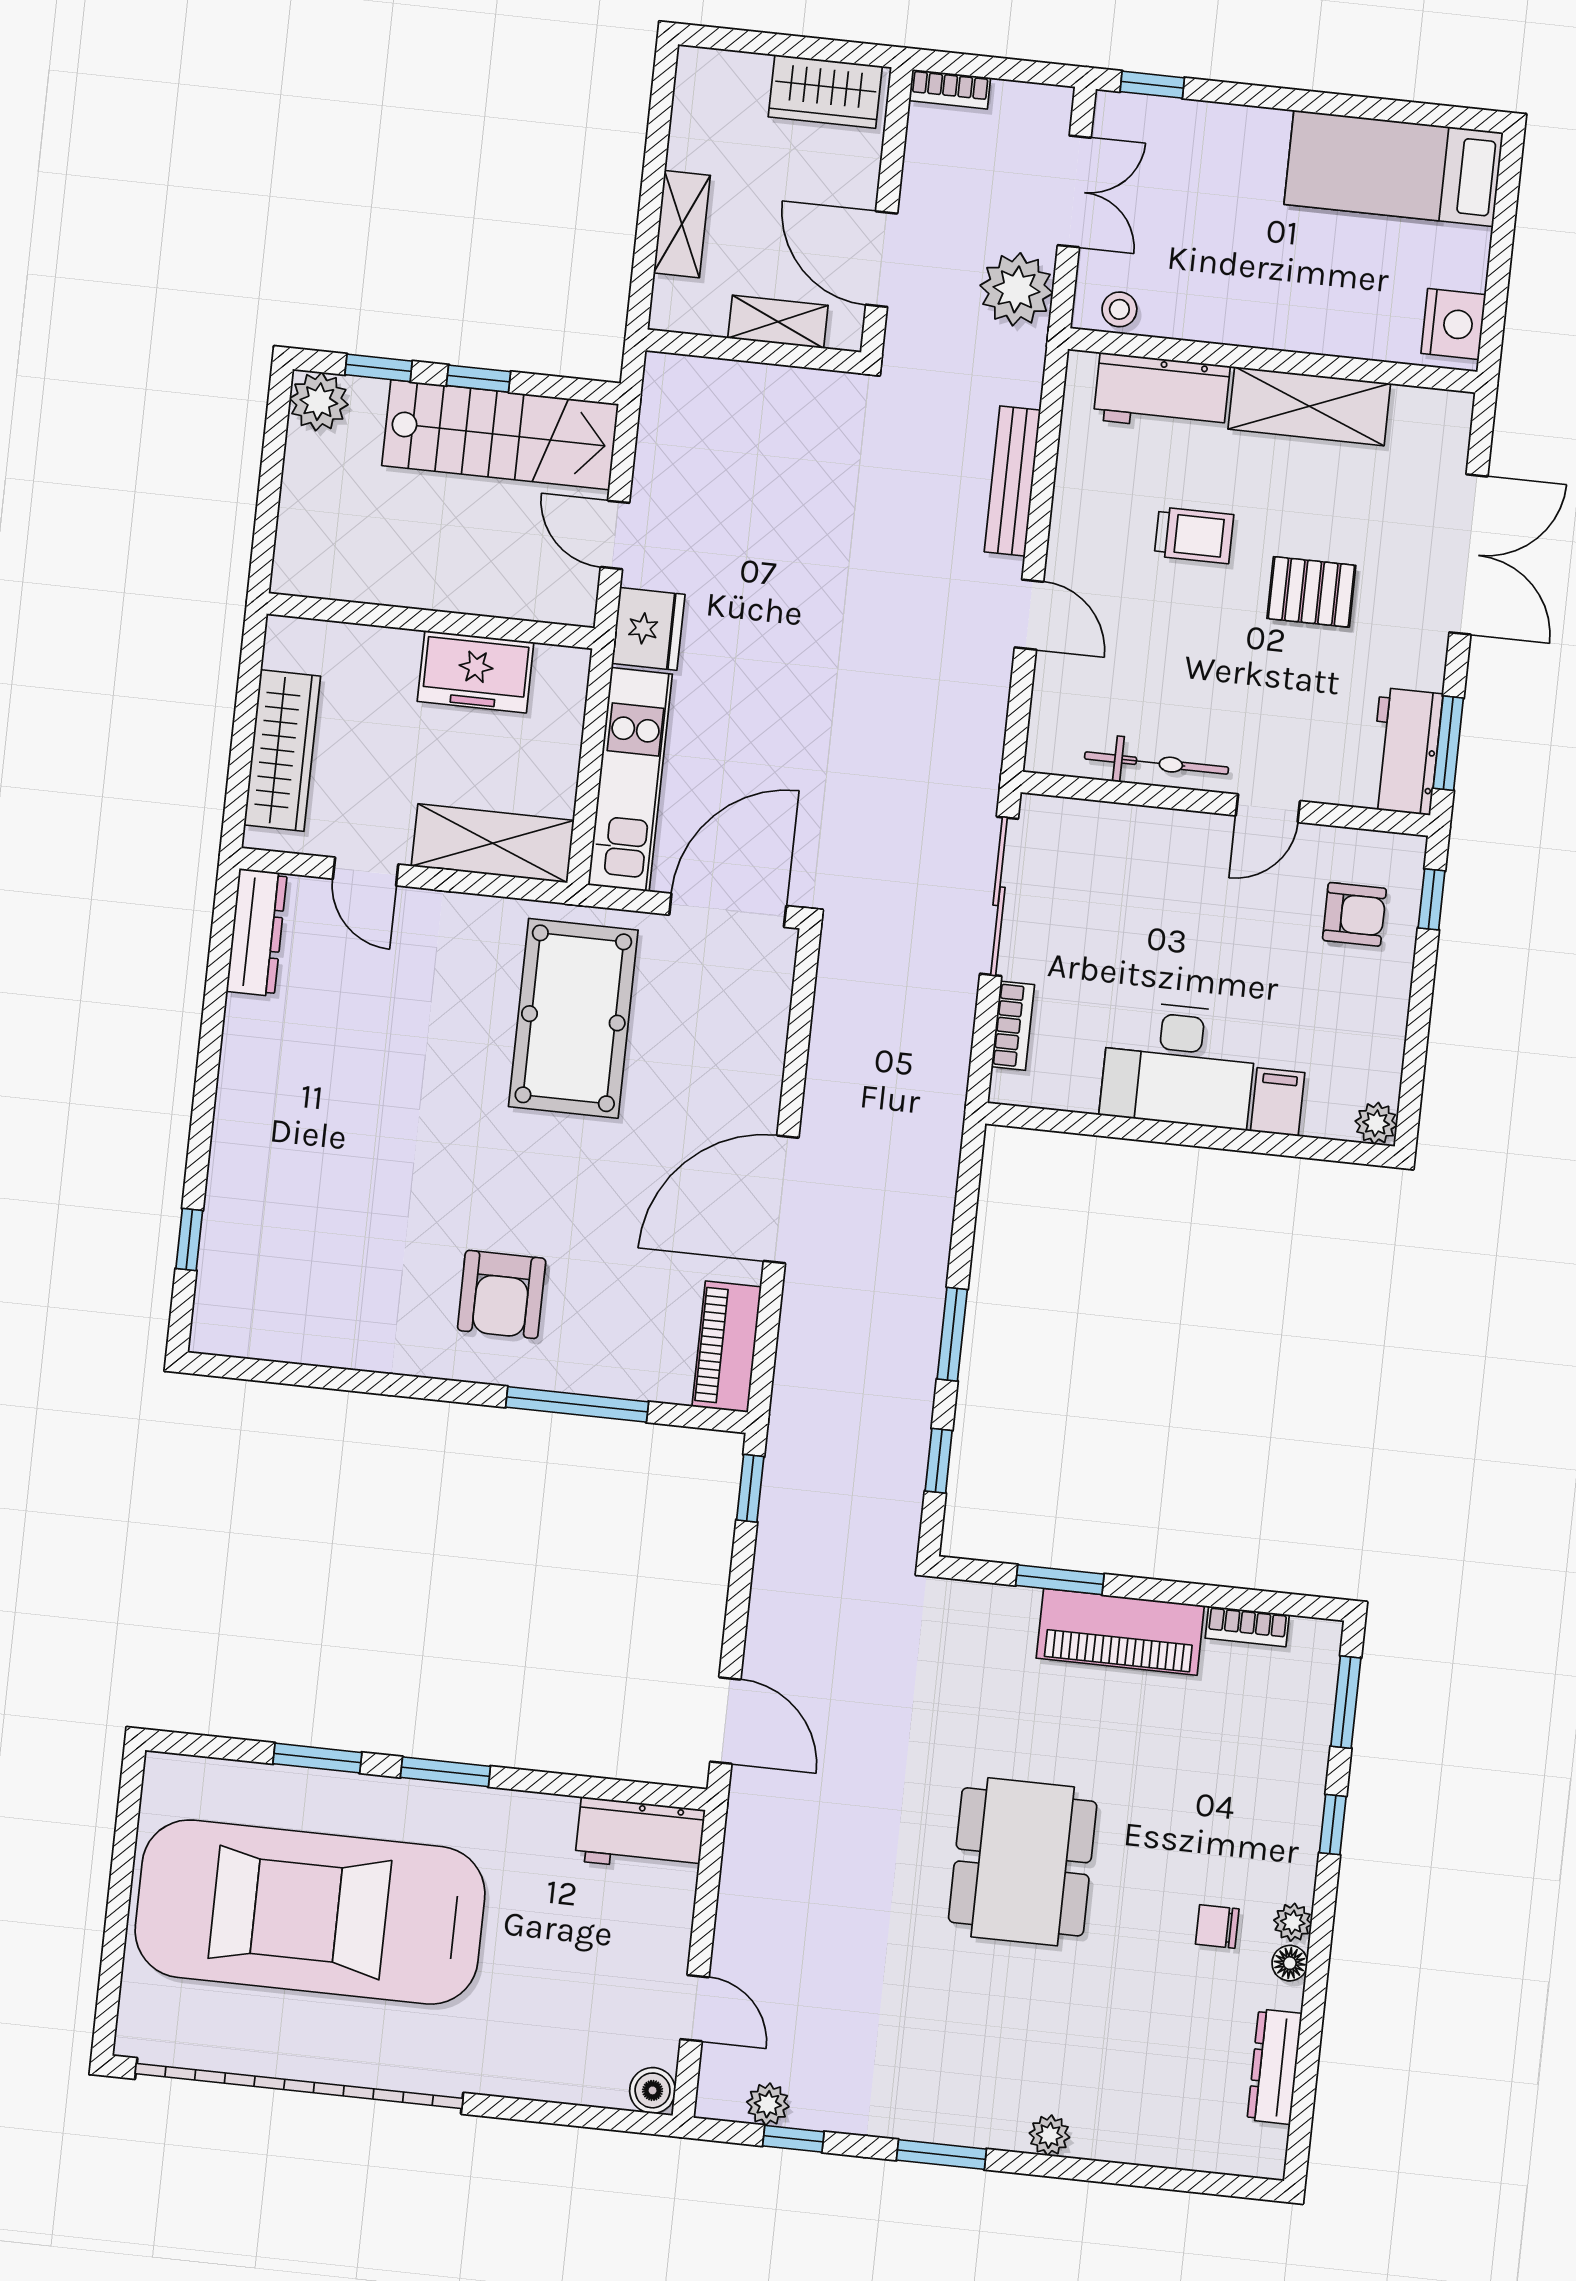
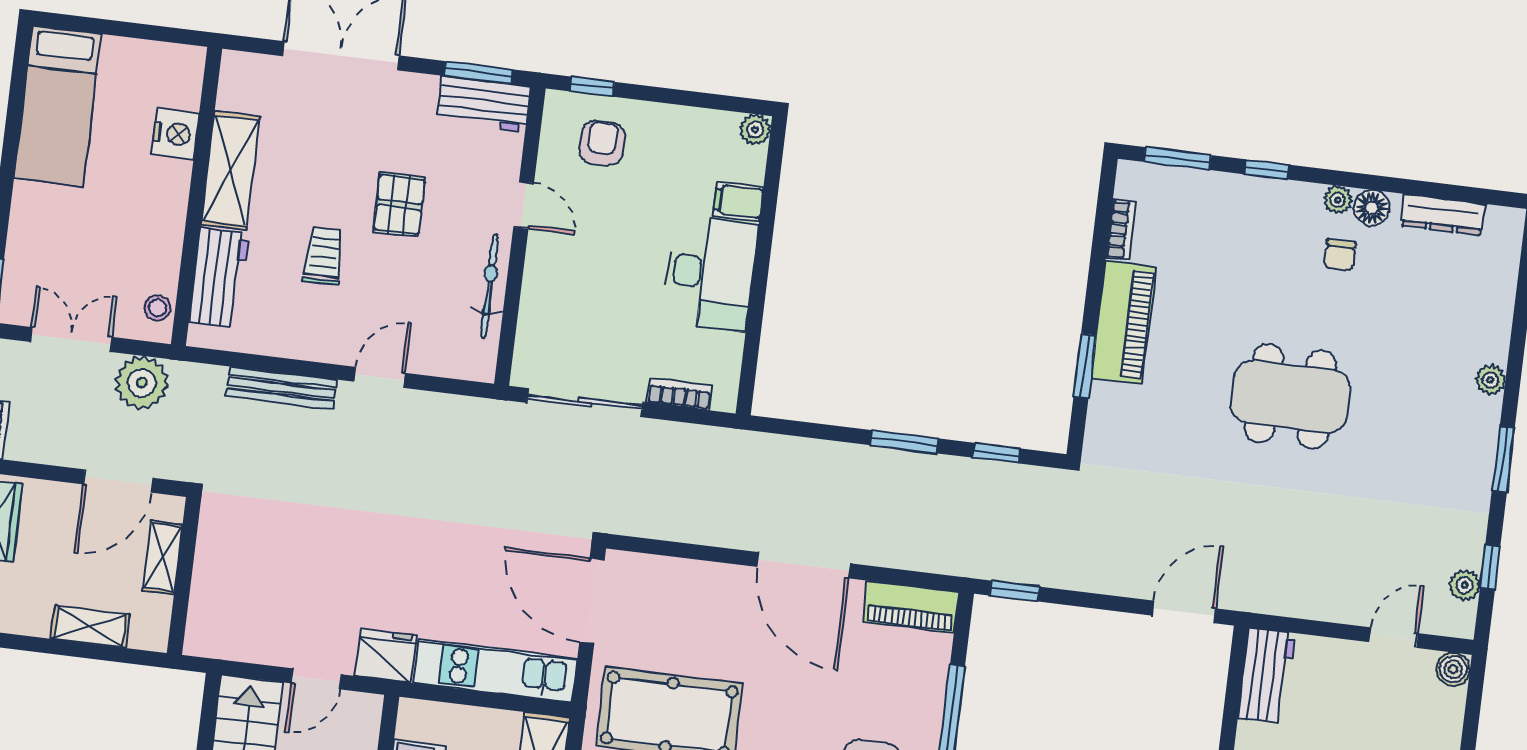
nightstand: (1453, 324) -> (175, 134), moved, turned 90
pallet: (1311, 592) -> (399, 205), moved
floor lamp: (1290, 1963) -> (1372, 208), width x1.37, depth x1.37

